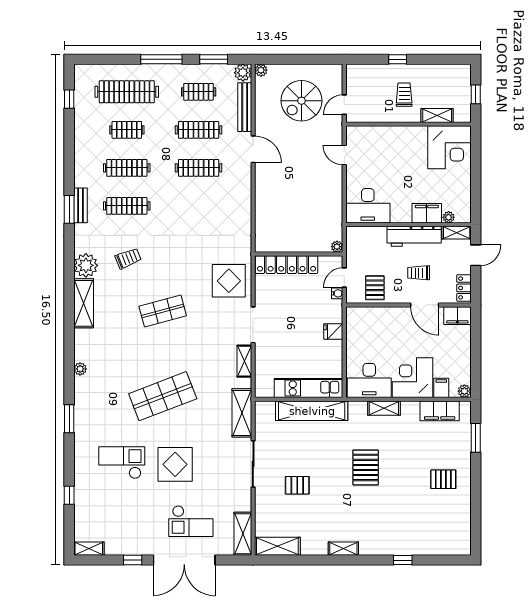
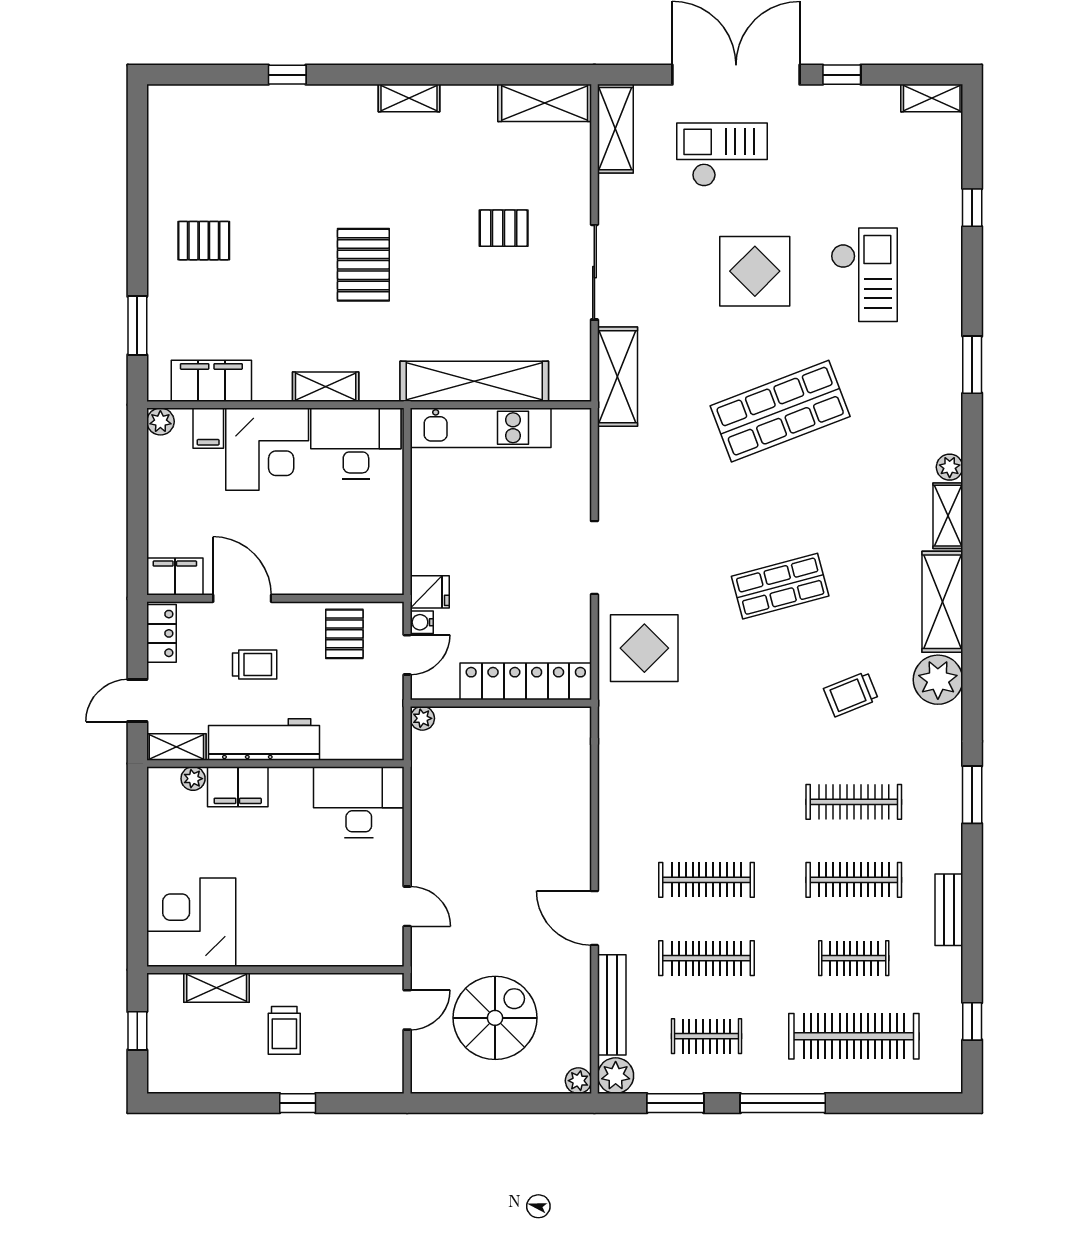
bench: (80, 205) -> (949, 910), moved
fridge: (333, 331) -> (430, 592), moved
shelving: (244, 361) -> (948, 516), moved
checkout: (122, 463) -> (864, 275), turned -90

